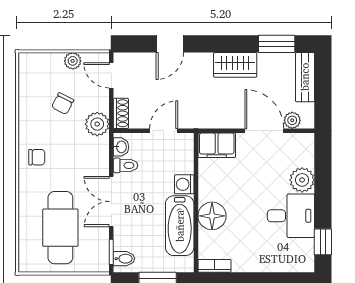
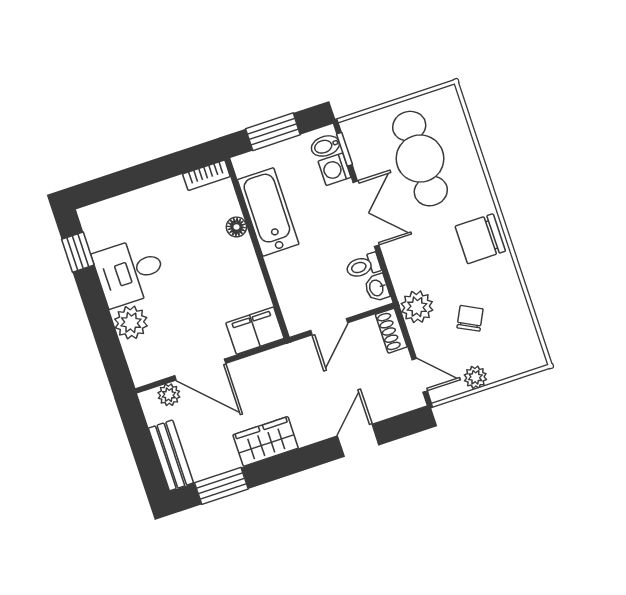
chair: (37, 157) -> (480, 239), width x1.87, depth x1.87
washing machine: (184, 184) -> (334, 169), moved, turned 180
floor lamp: (212, 216) -> (236, 227), width x0.53, depth x0.53

